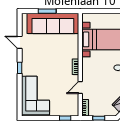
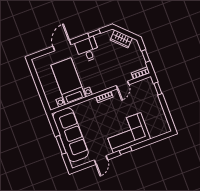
door: (80, 87) -> (123, 85), hinge flipped
corner sofa: (35, 96) -> (127, 133), moved

